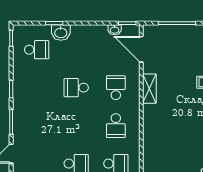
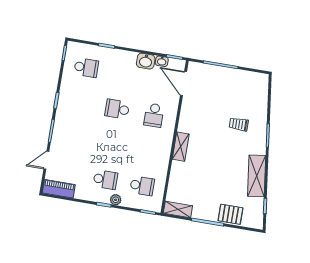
washbasin: (61, 32) -> (146, 61), moved
school desk: (116, 88) -> (154, 115), turned 180
shelving: (149, 89) -> (181, 147), moved
school desk: (116, 126) -> (148, 150), removed

